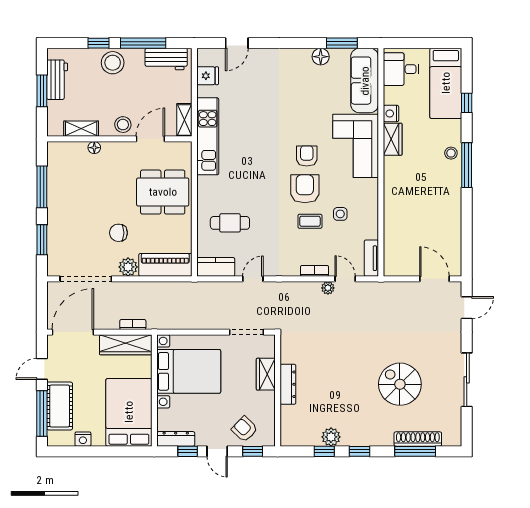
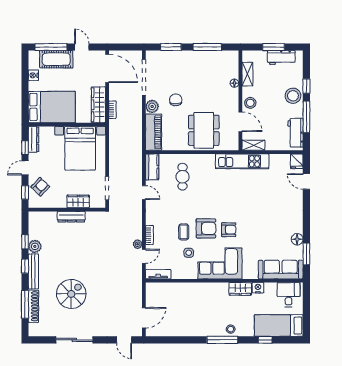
fridge: (208, 76) -> (297, 161), moved
corner sofa: (356, 146) -> (220, 263), moved
bench: (367, 439) -> (33, 271), added

